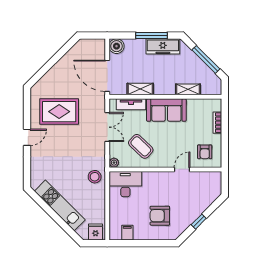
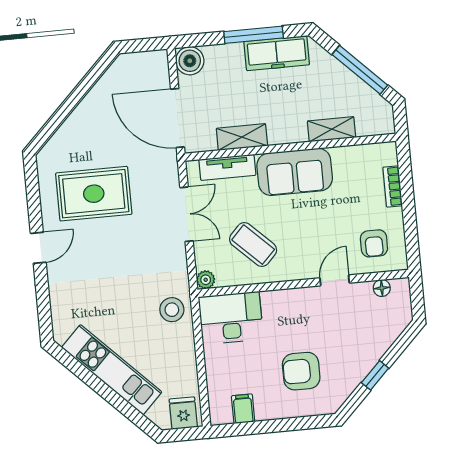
floor lamp: (207, 176) -> (382, 288), added

